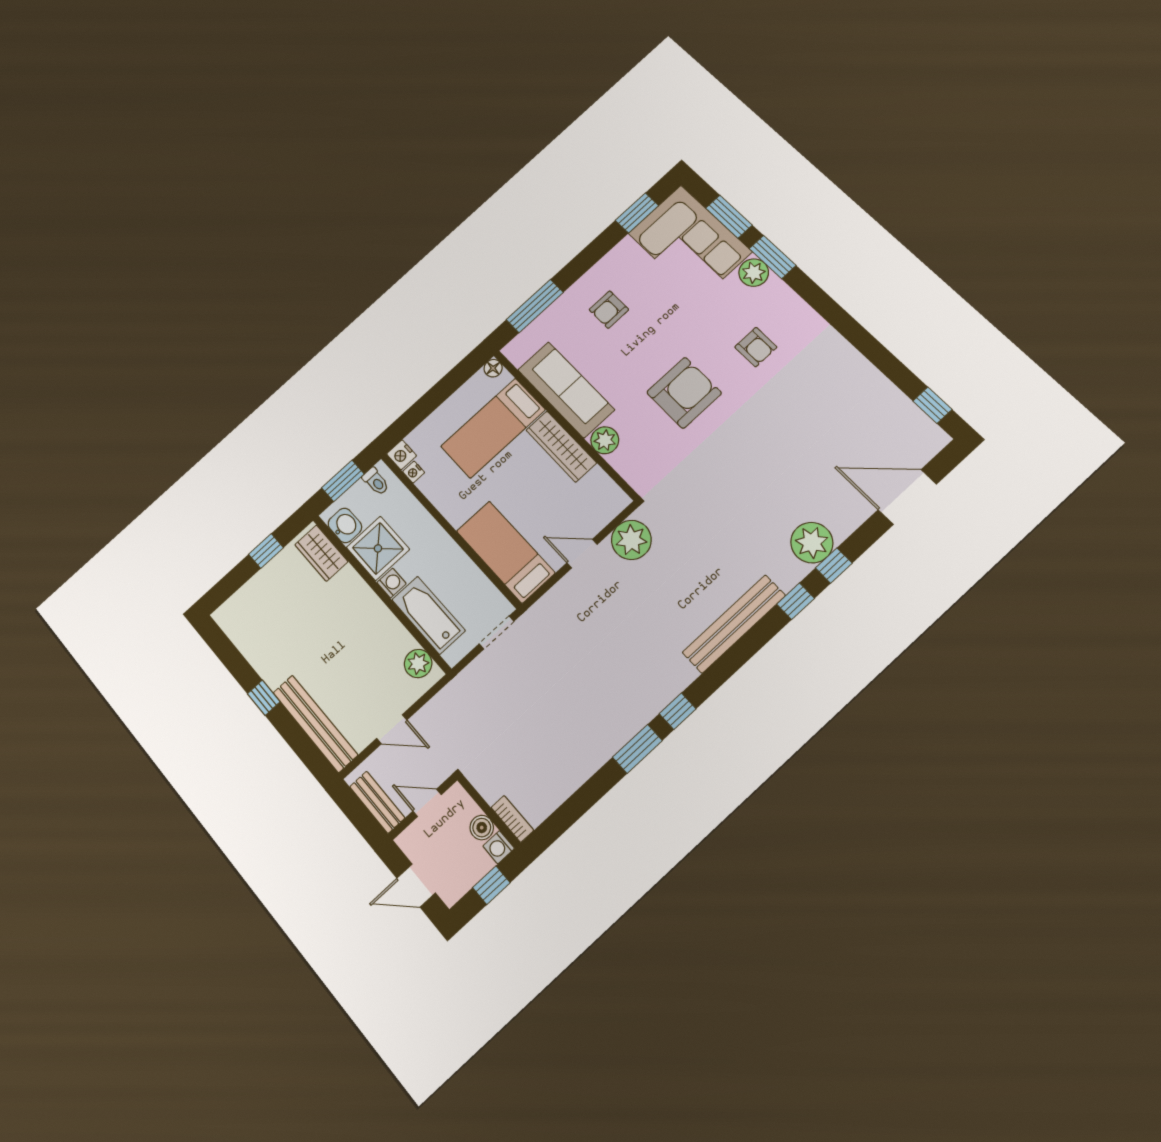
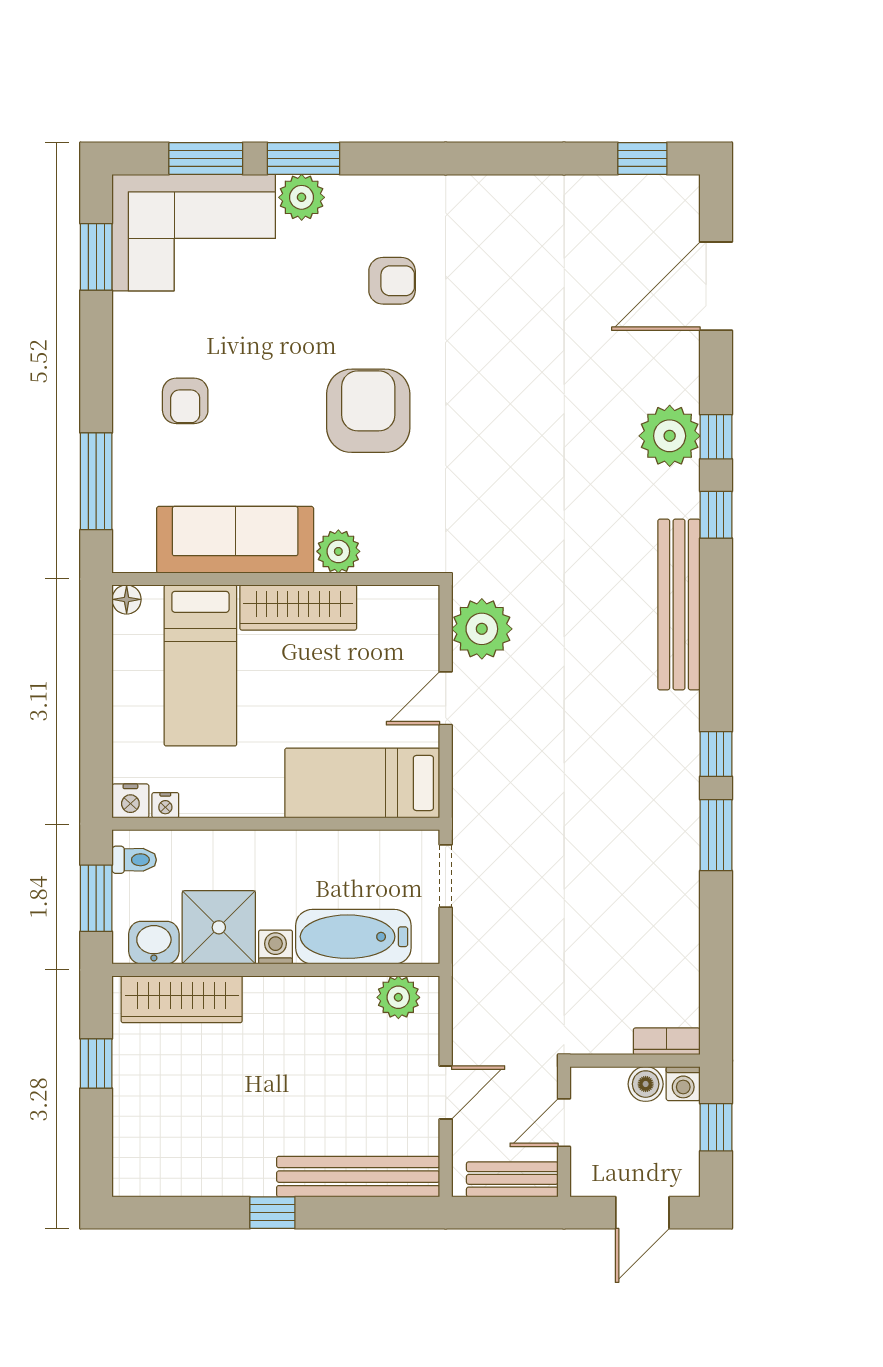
wardrobe: (321, 553) -> (182, 999), width x1.50

